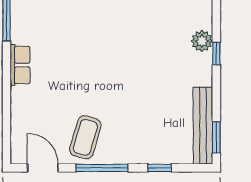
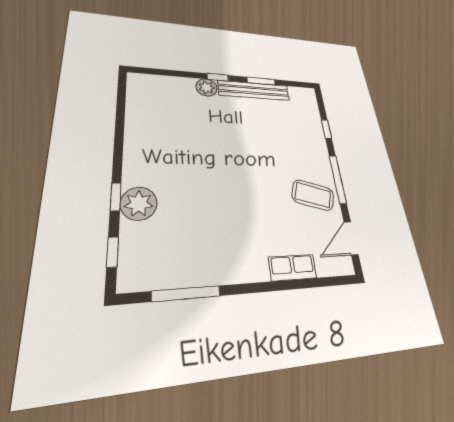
row of seats: (20, 65) -> (293, 268), moved
bench: (203, 126) -> (254, 90), moved
window: (216, 137) -> (261, 81), moved

